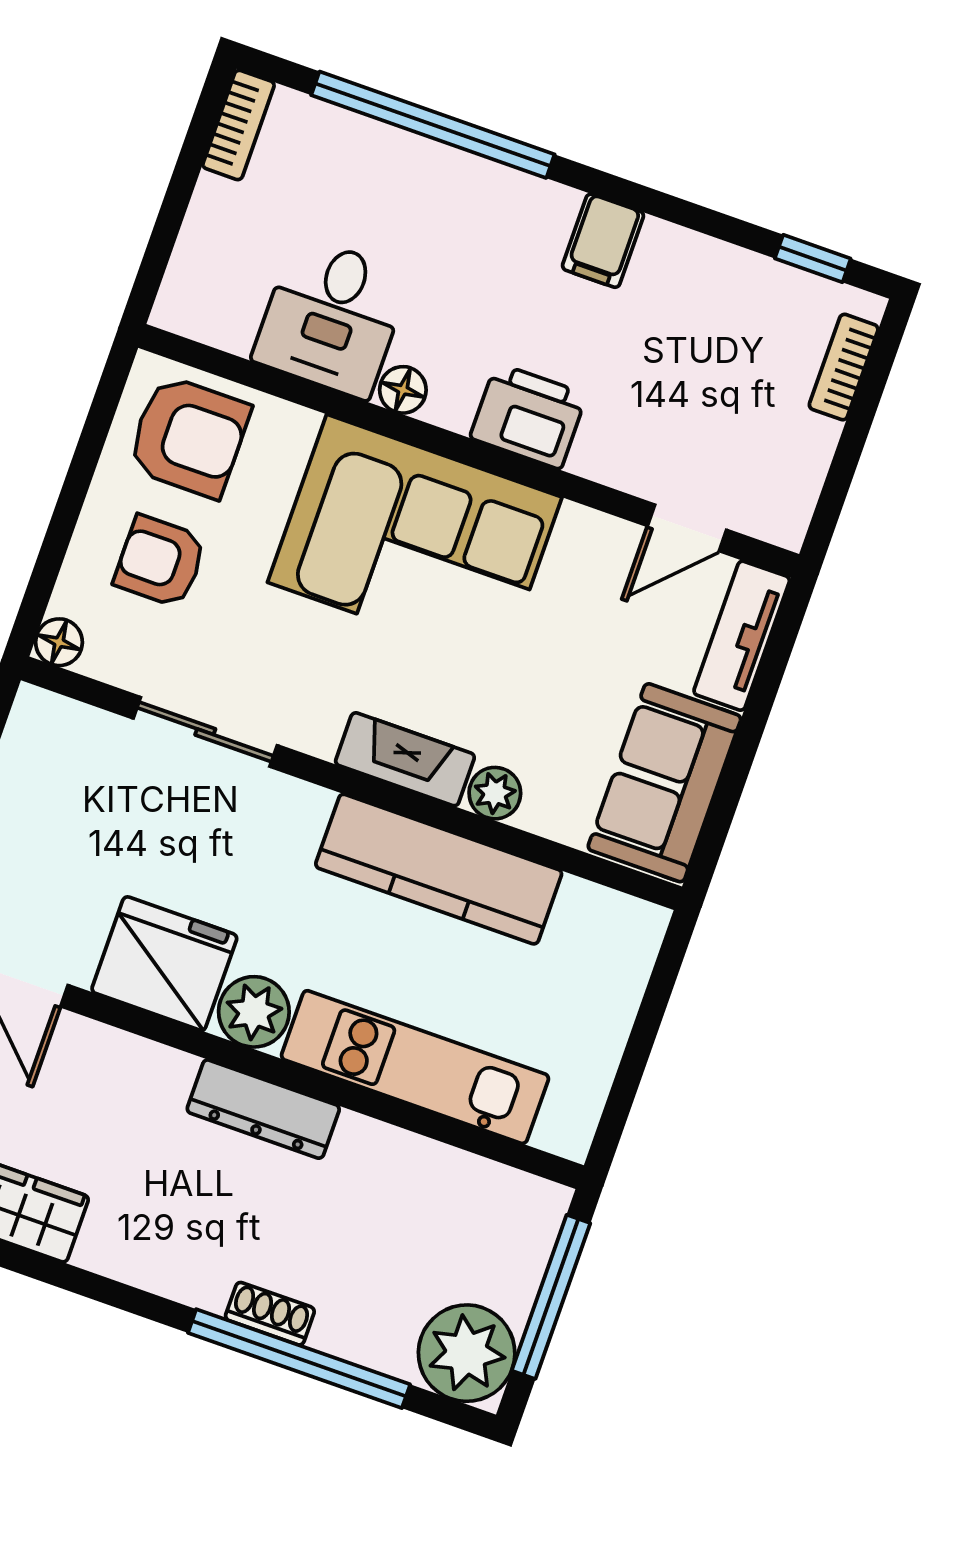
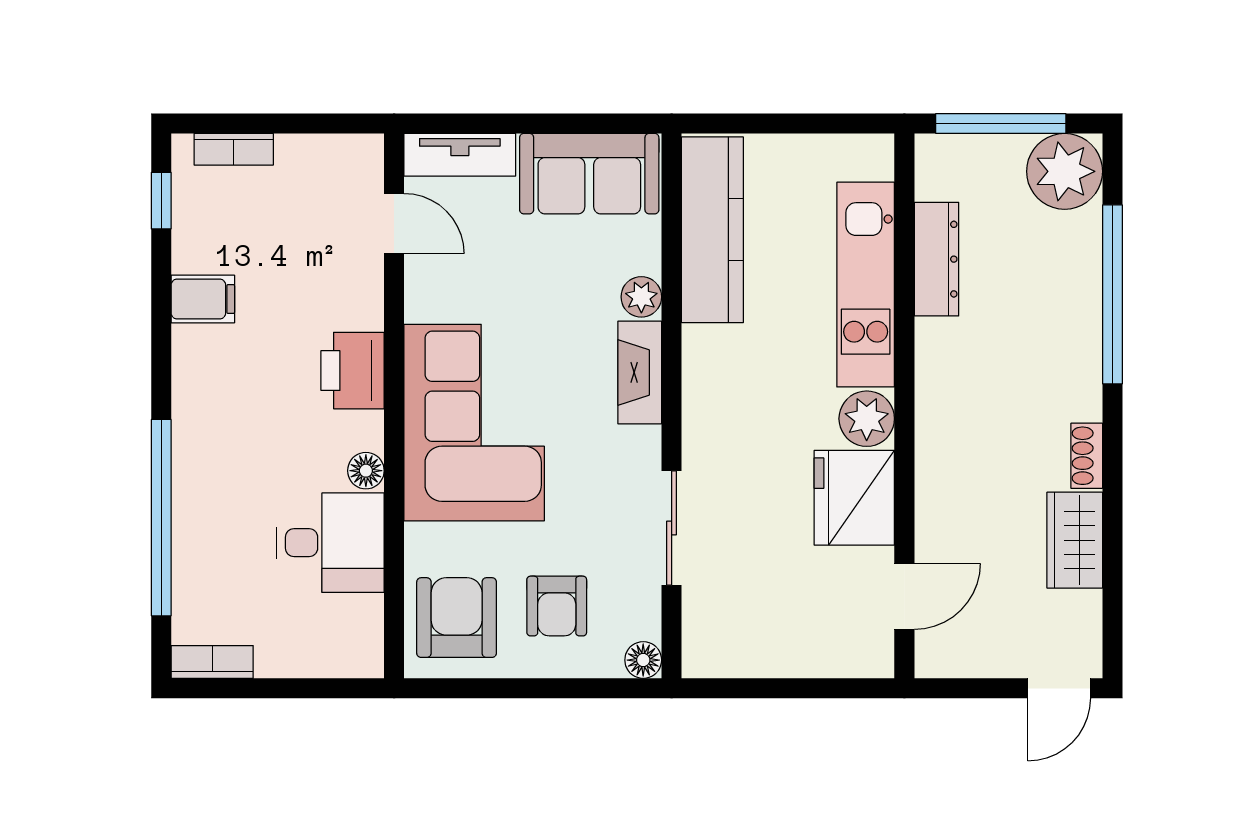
filing cabinet: (603, 241) -> (203, 299), moved
kitchen counter: (439, 869) -> (712, 230), moved
dresser: (263, 1109) -> (936, 259), moved
shoe rack: (270, 1314) -> (1087, 456), moved

